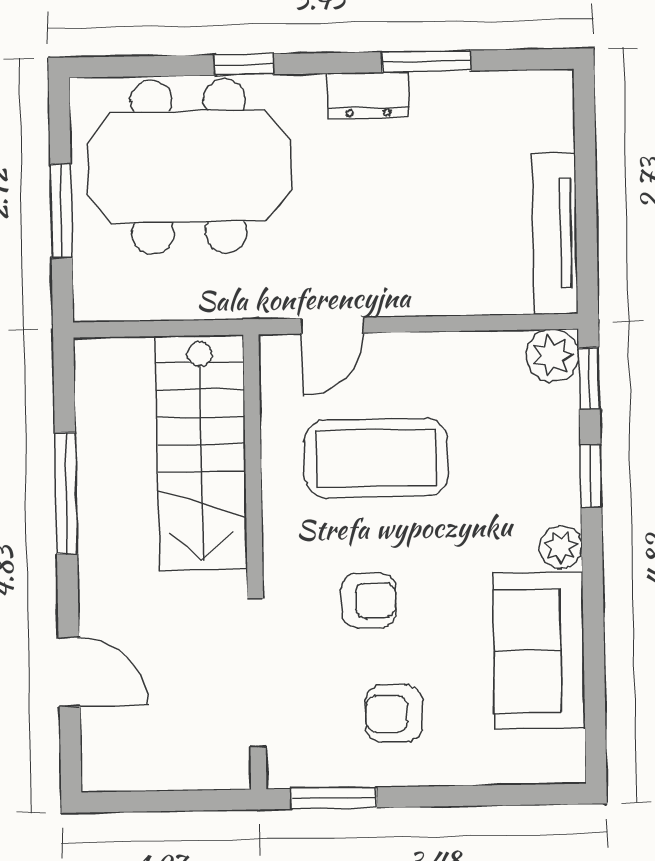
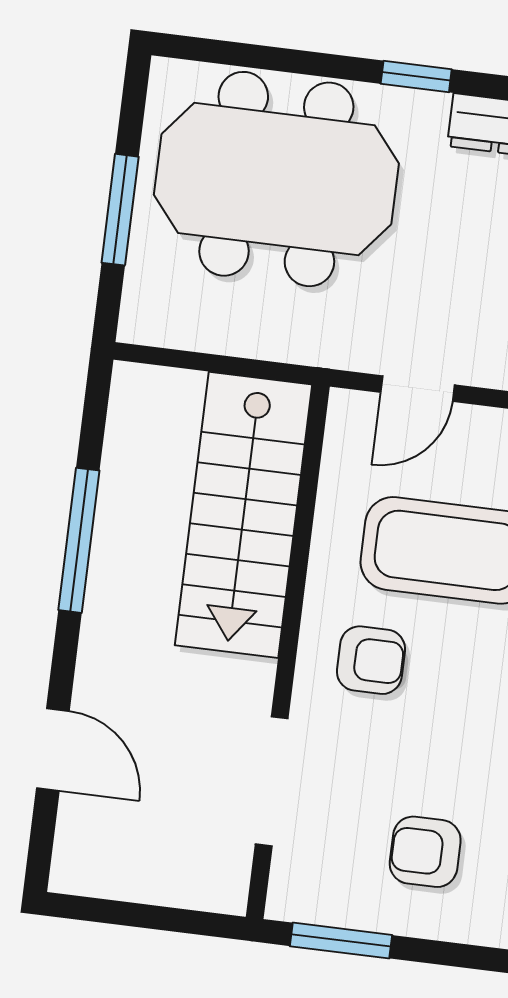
window: (244, 65) -> (416, 76), moved
armchair: (369, 601) -> (371, 660), moved
doorway: (257, 673) -> (272, 781), width x0.73

